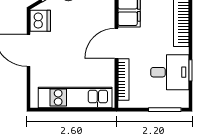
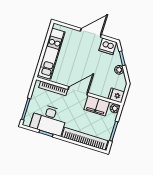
door: (116, 43) -> (78, 91), hinge flipped
desk: (170, 72) -> (49, 120), width x1.37

